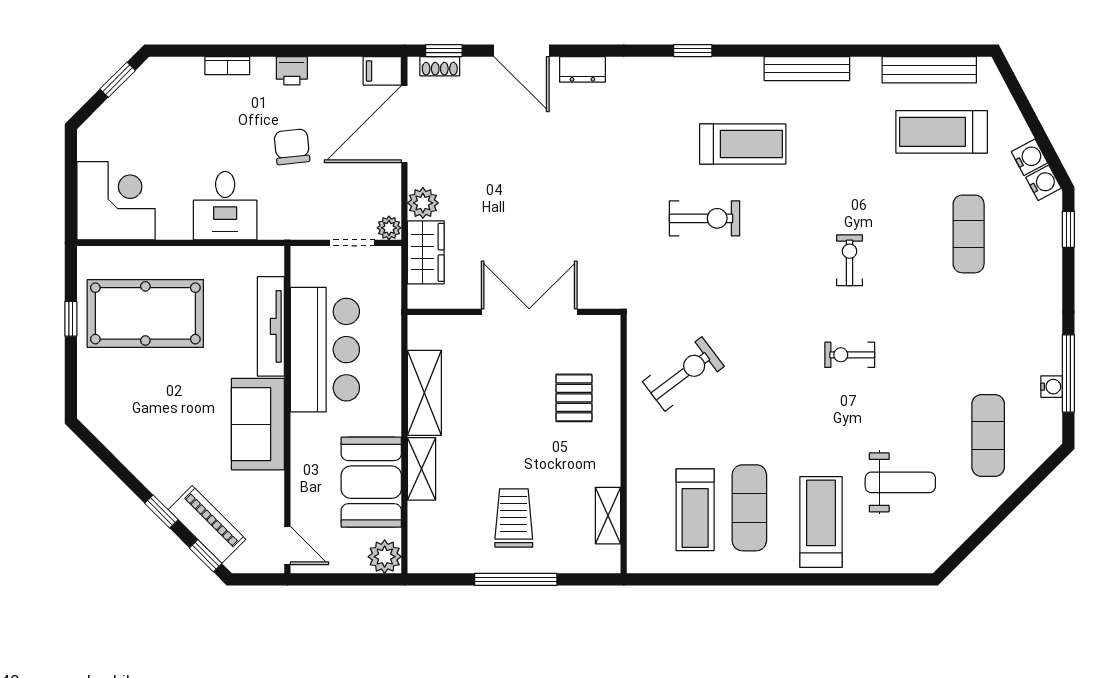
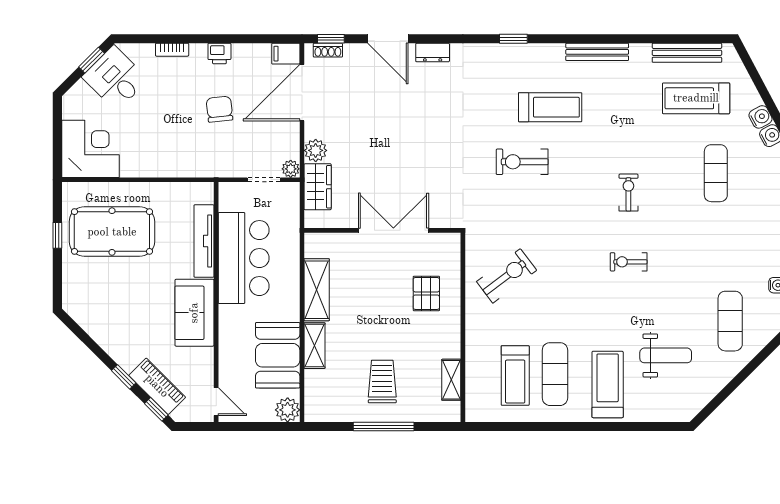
desk: (225, 206) -> (115, 78), moved, turned 135
exercise bike: (705, 218) -> (522, 162), turned 180

